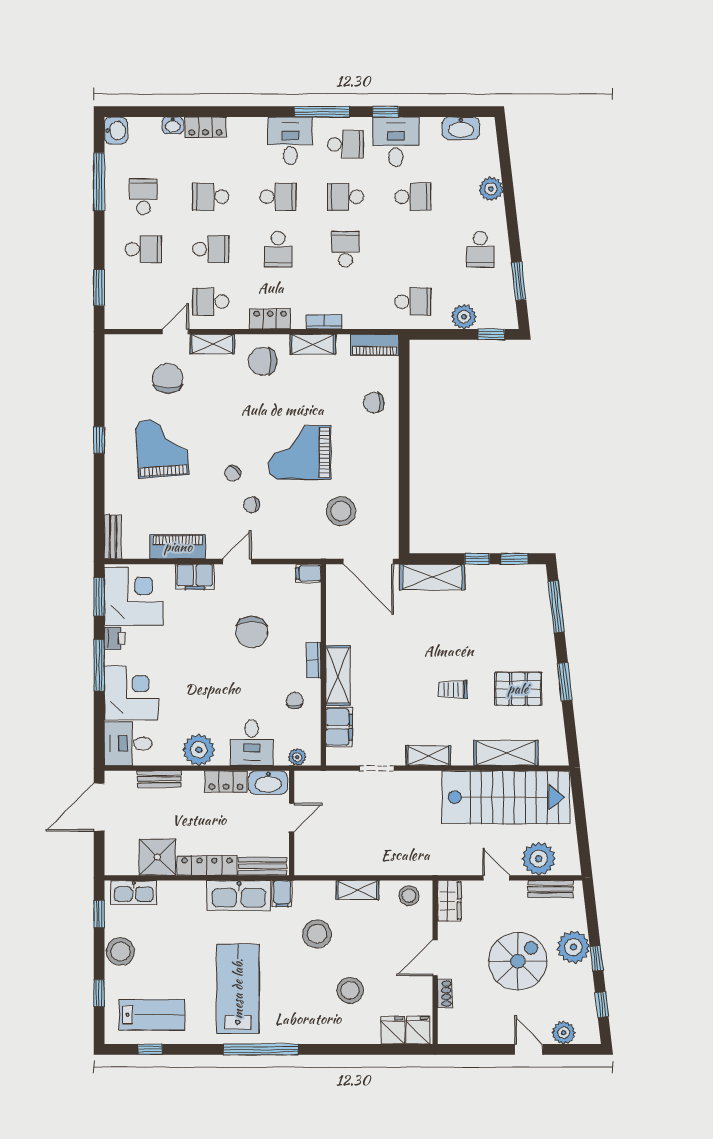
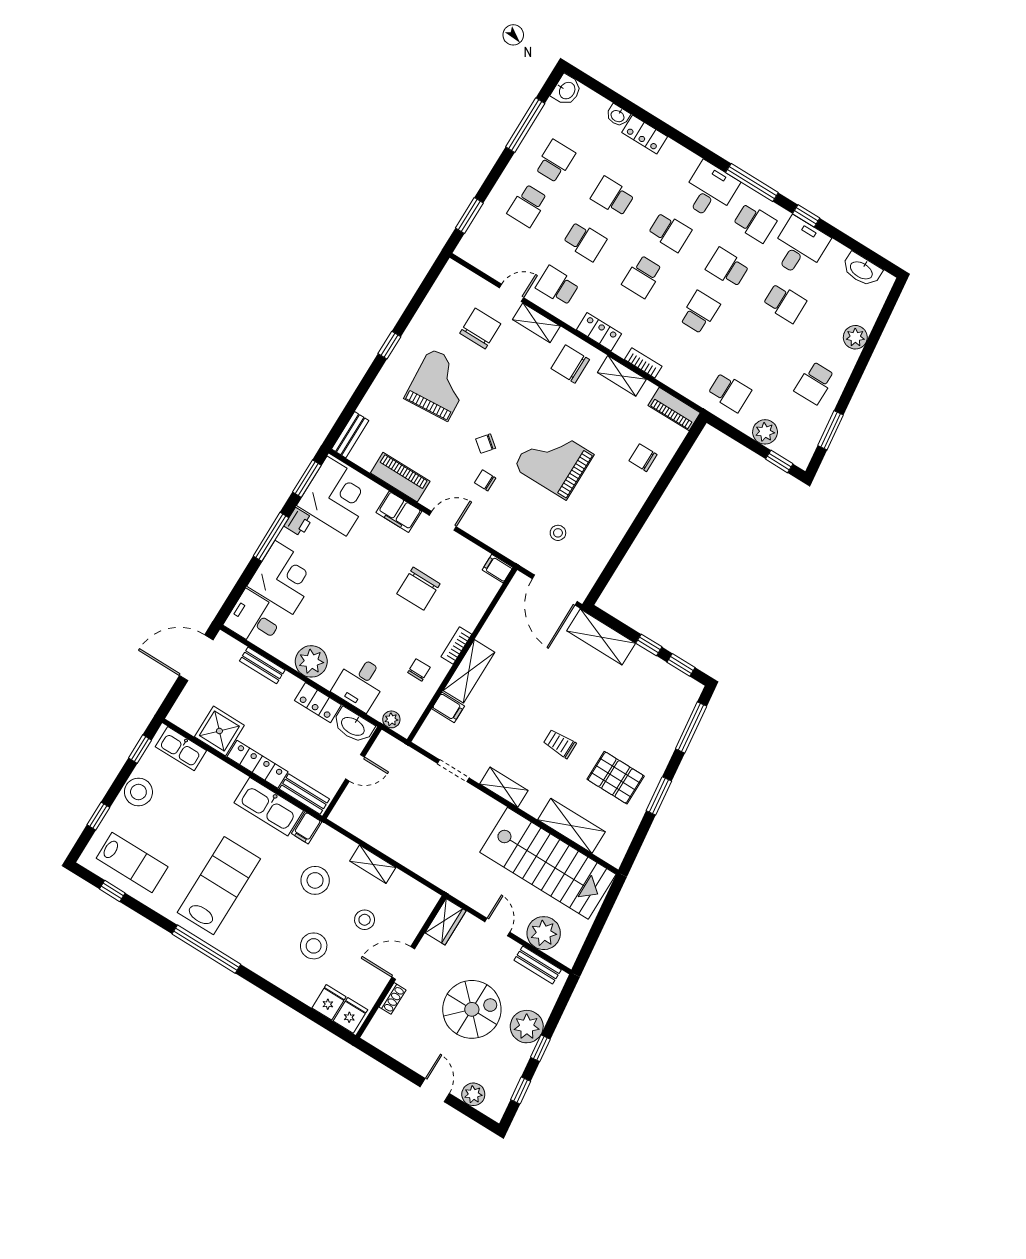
school desk: (143, 249) -> (527, 206), turned 90
stool: (341, 511) -> (558, 533), width x0.53, depth x0.53
filing cabinet: (339, 727) -> (448, 707), width x0.50
stool: (409, 896) -> (365, 920), moved

